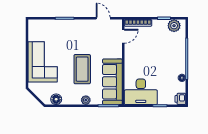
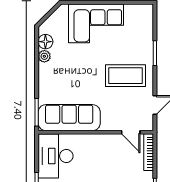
coffee table: (82, 69) -> (126, 76), moved
plant: (86, 100) -> (44, 56), moved

